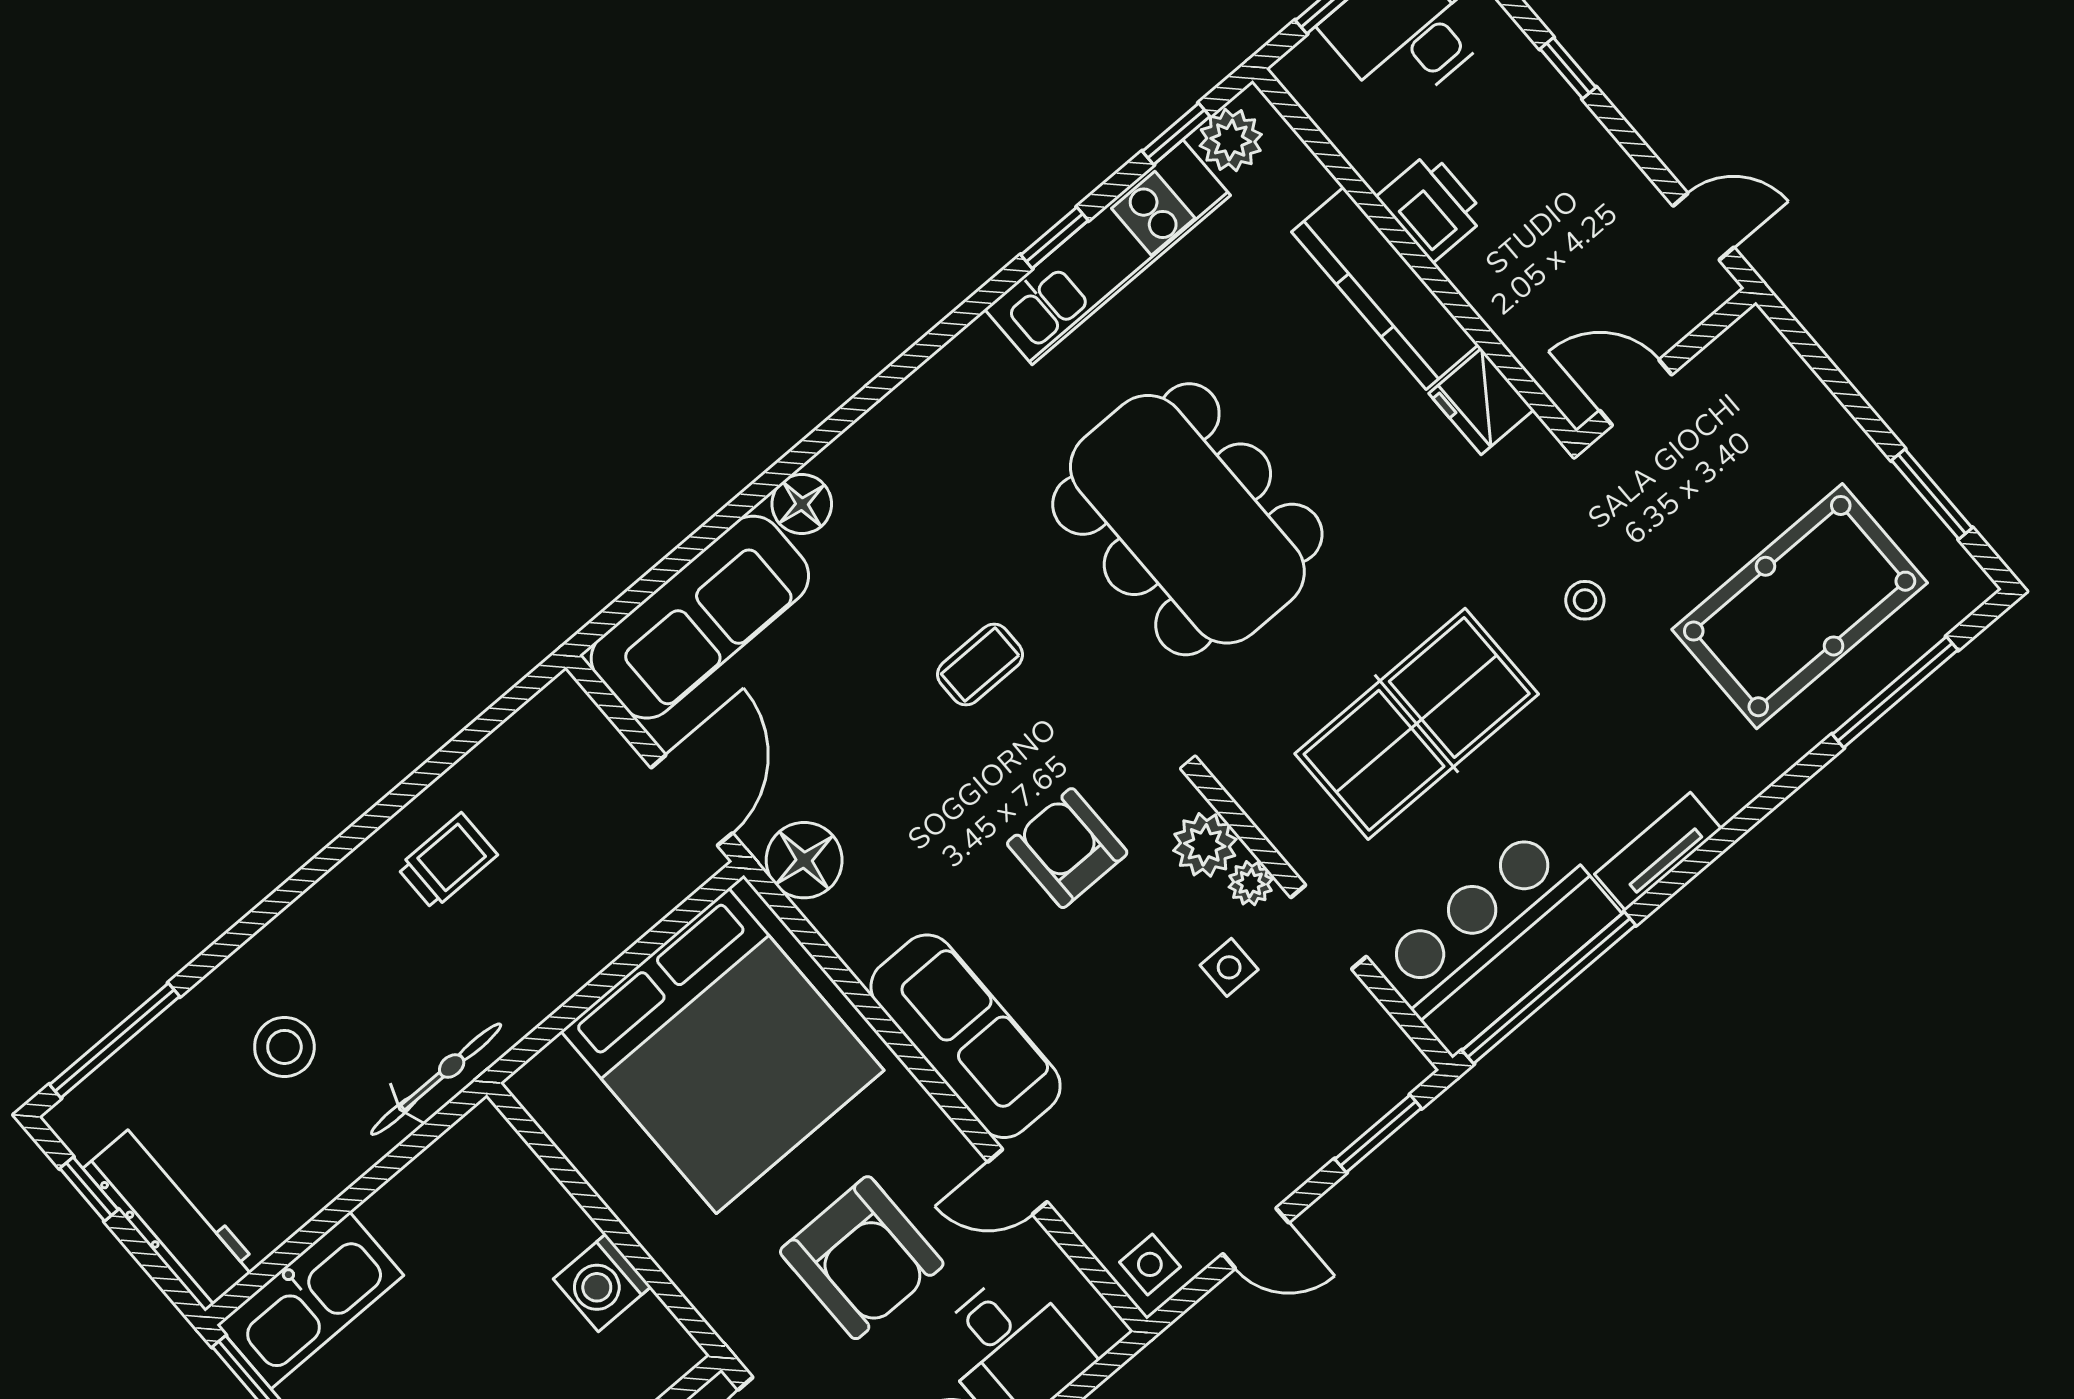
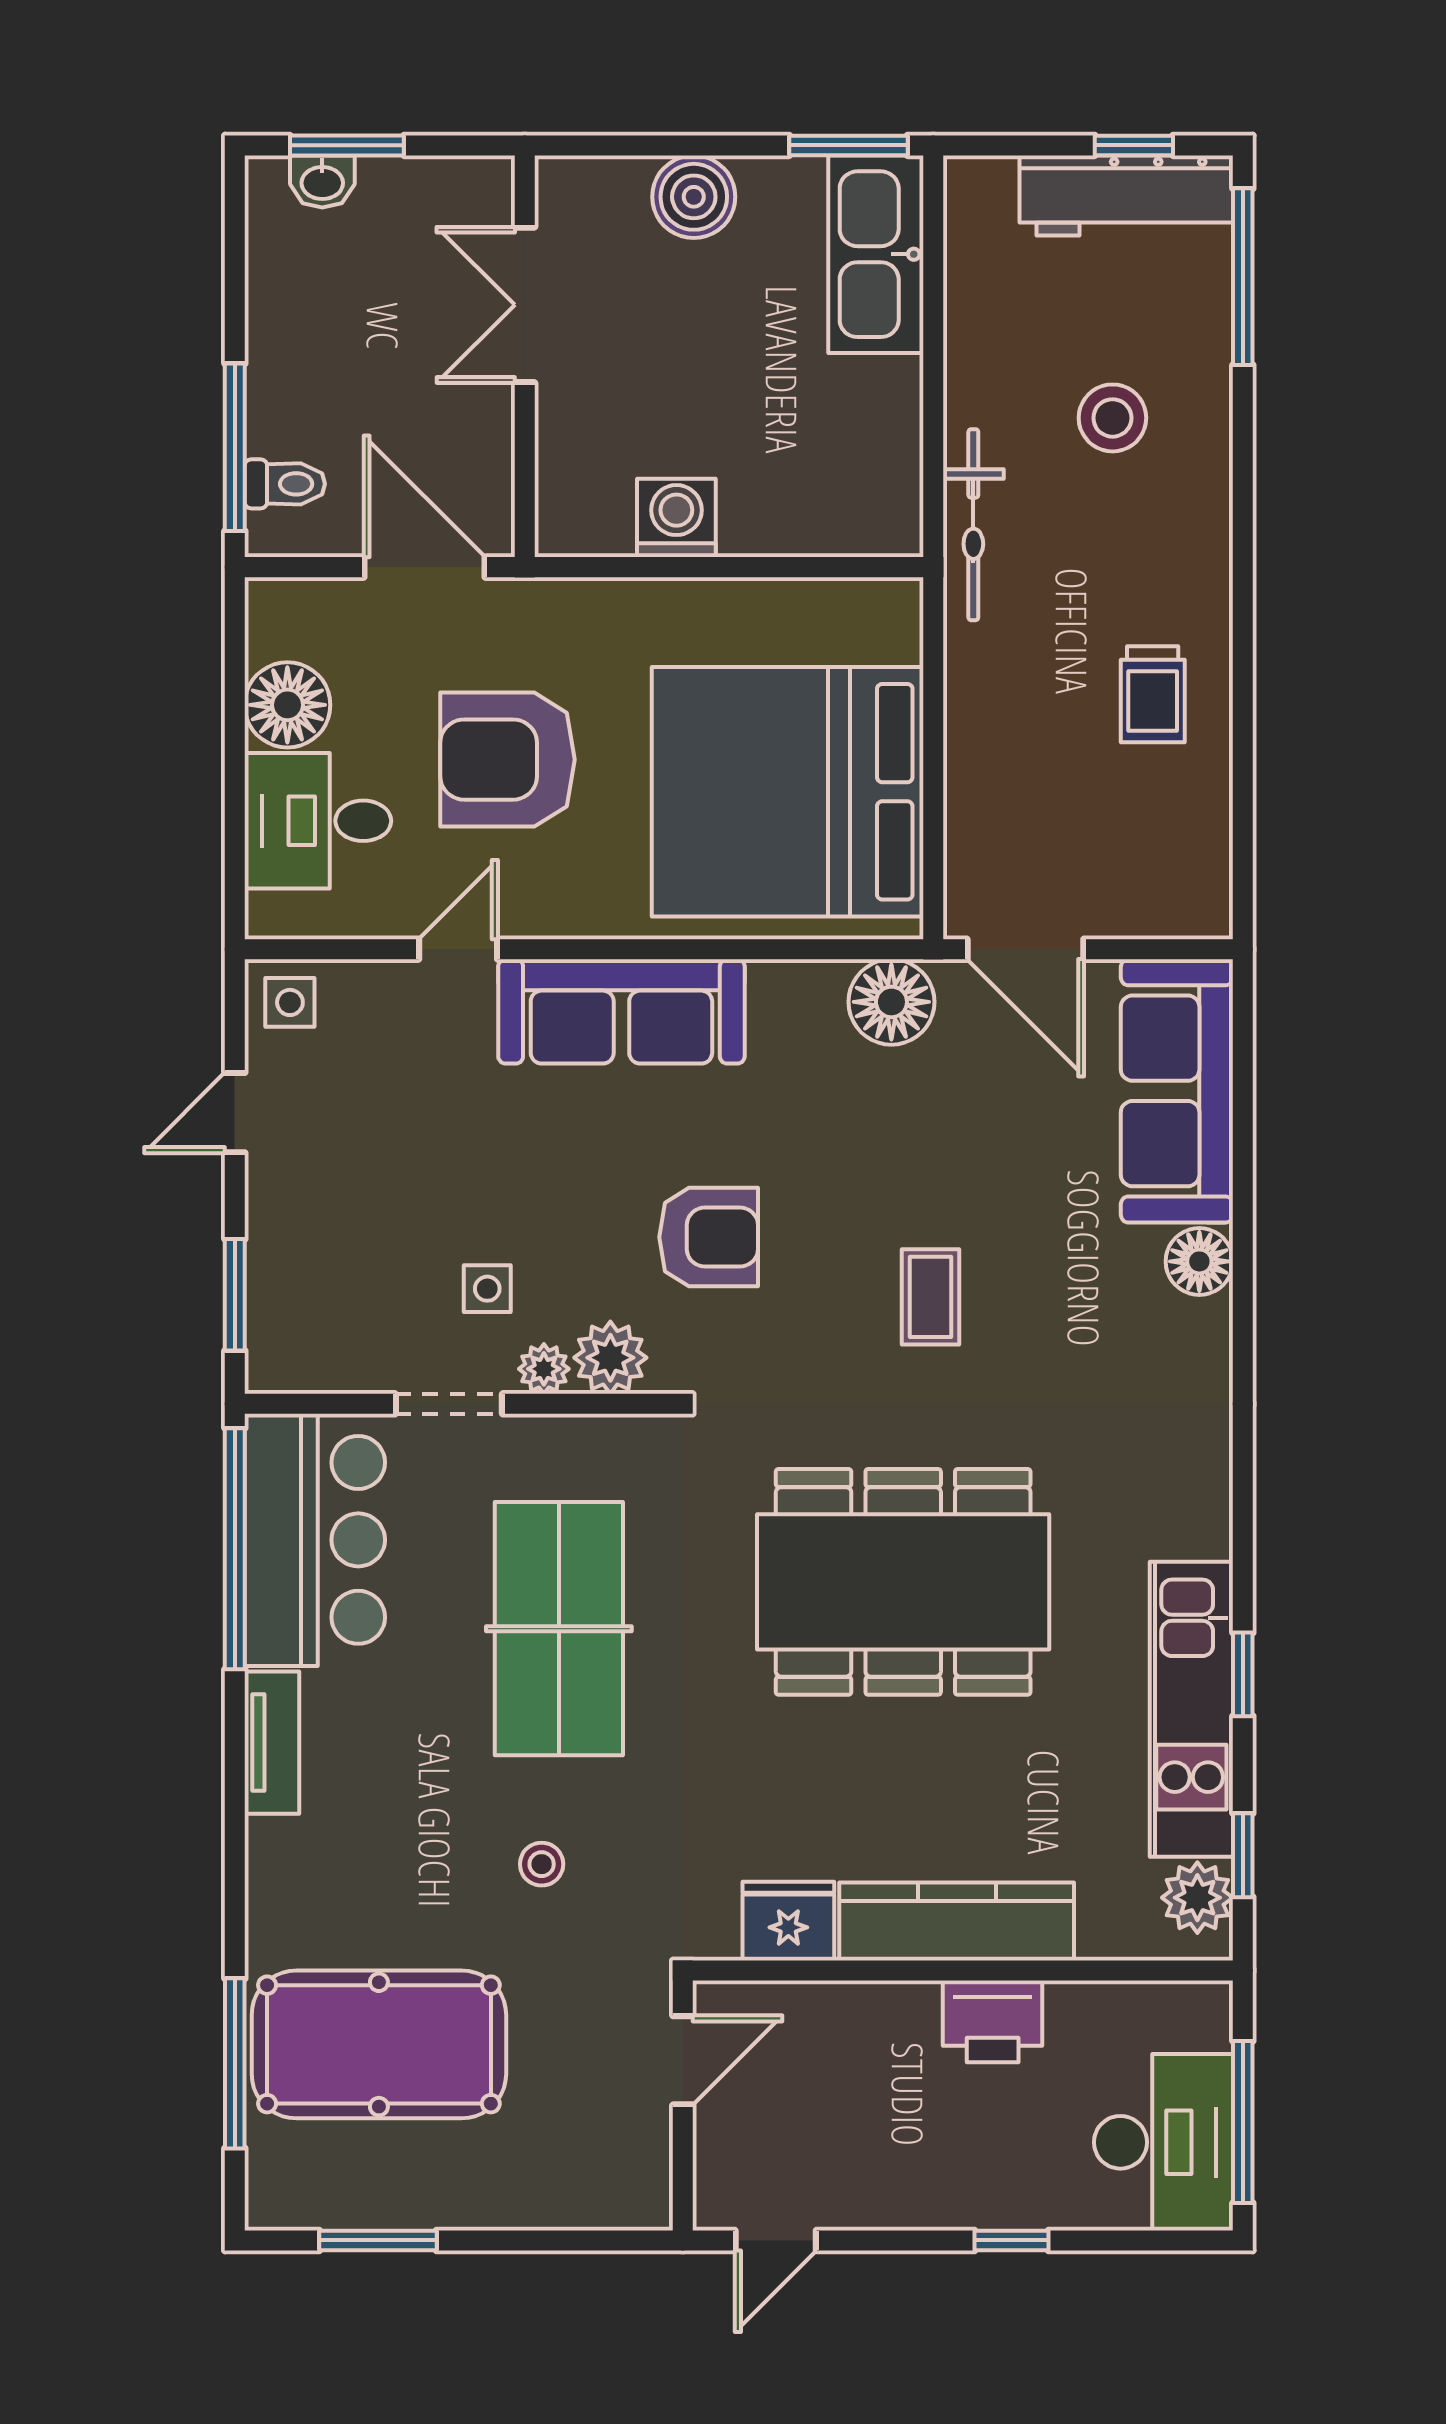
pool table: (1800, 606) -> (379, 2044), turned 90
workbench: (171, 1217) -> (1126, 195), moved

